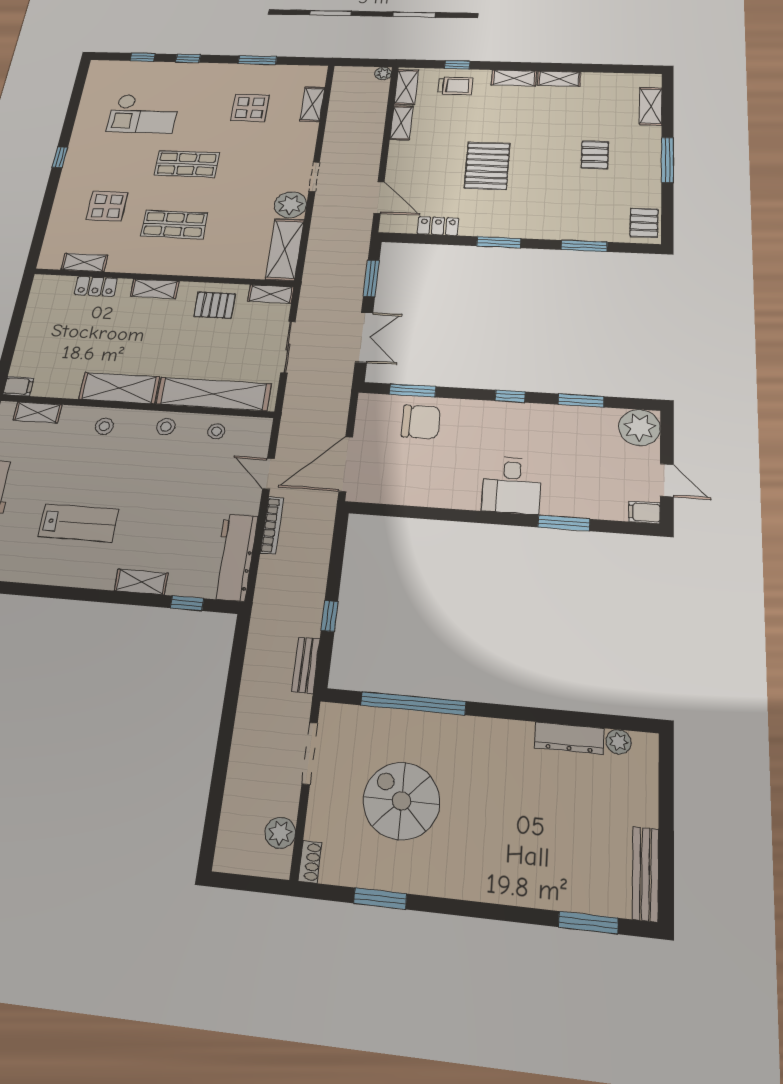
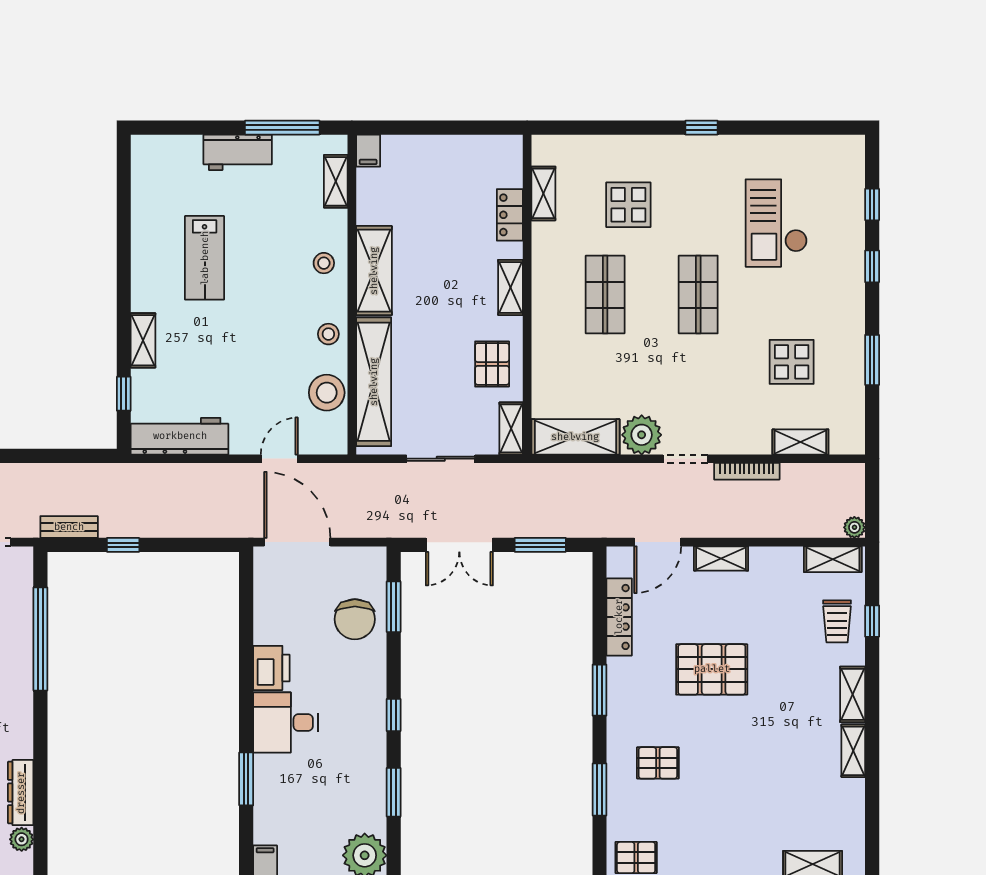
shelving: (401, 123) -> (721, 558), moved
pallet: (595, 155) -> (658, 763), moved
locker: (438, 226) -> (619, 617), width x1.53
stool: (216, 431) -> (327, 393), width x1.89, depth x1.89
printer: (460, 494) -> (271, 668), added
bookcase: (272, 525) -> (747, 471), moved

